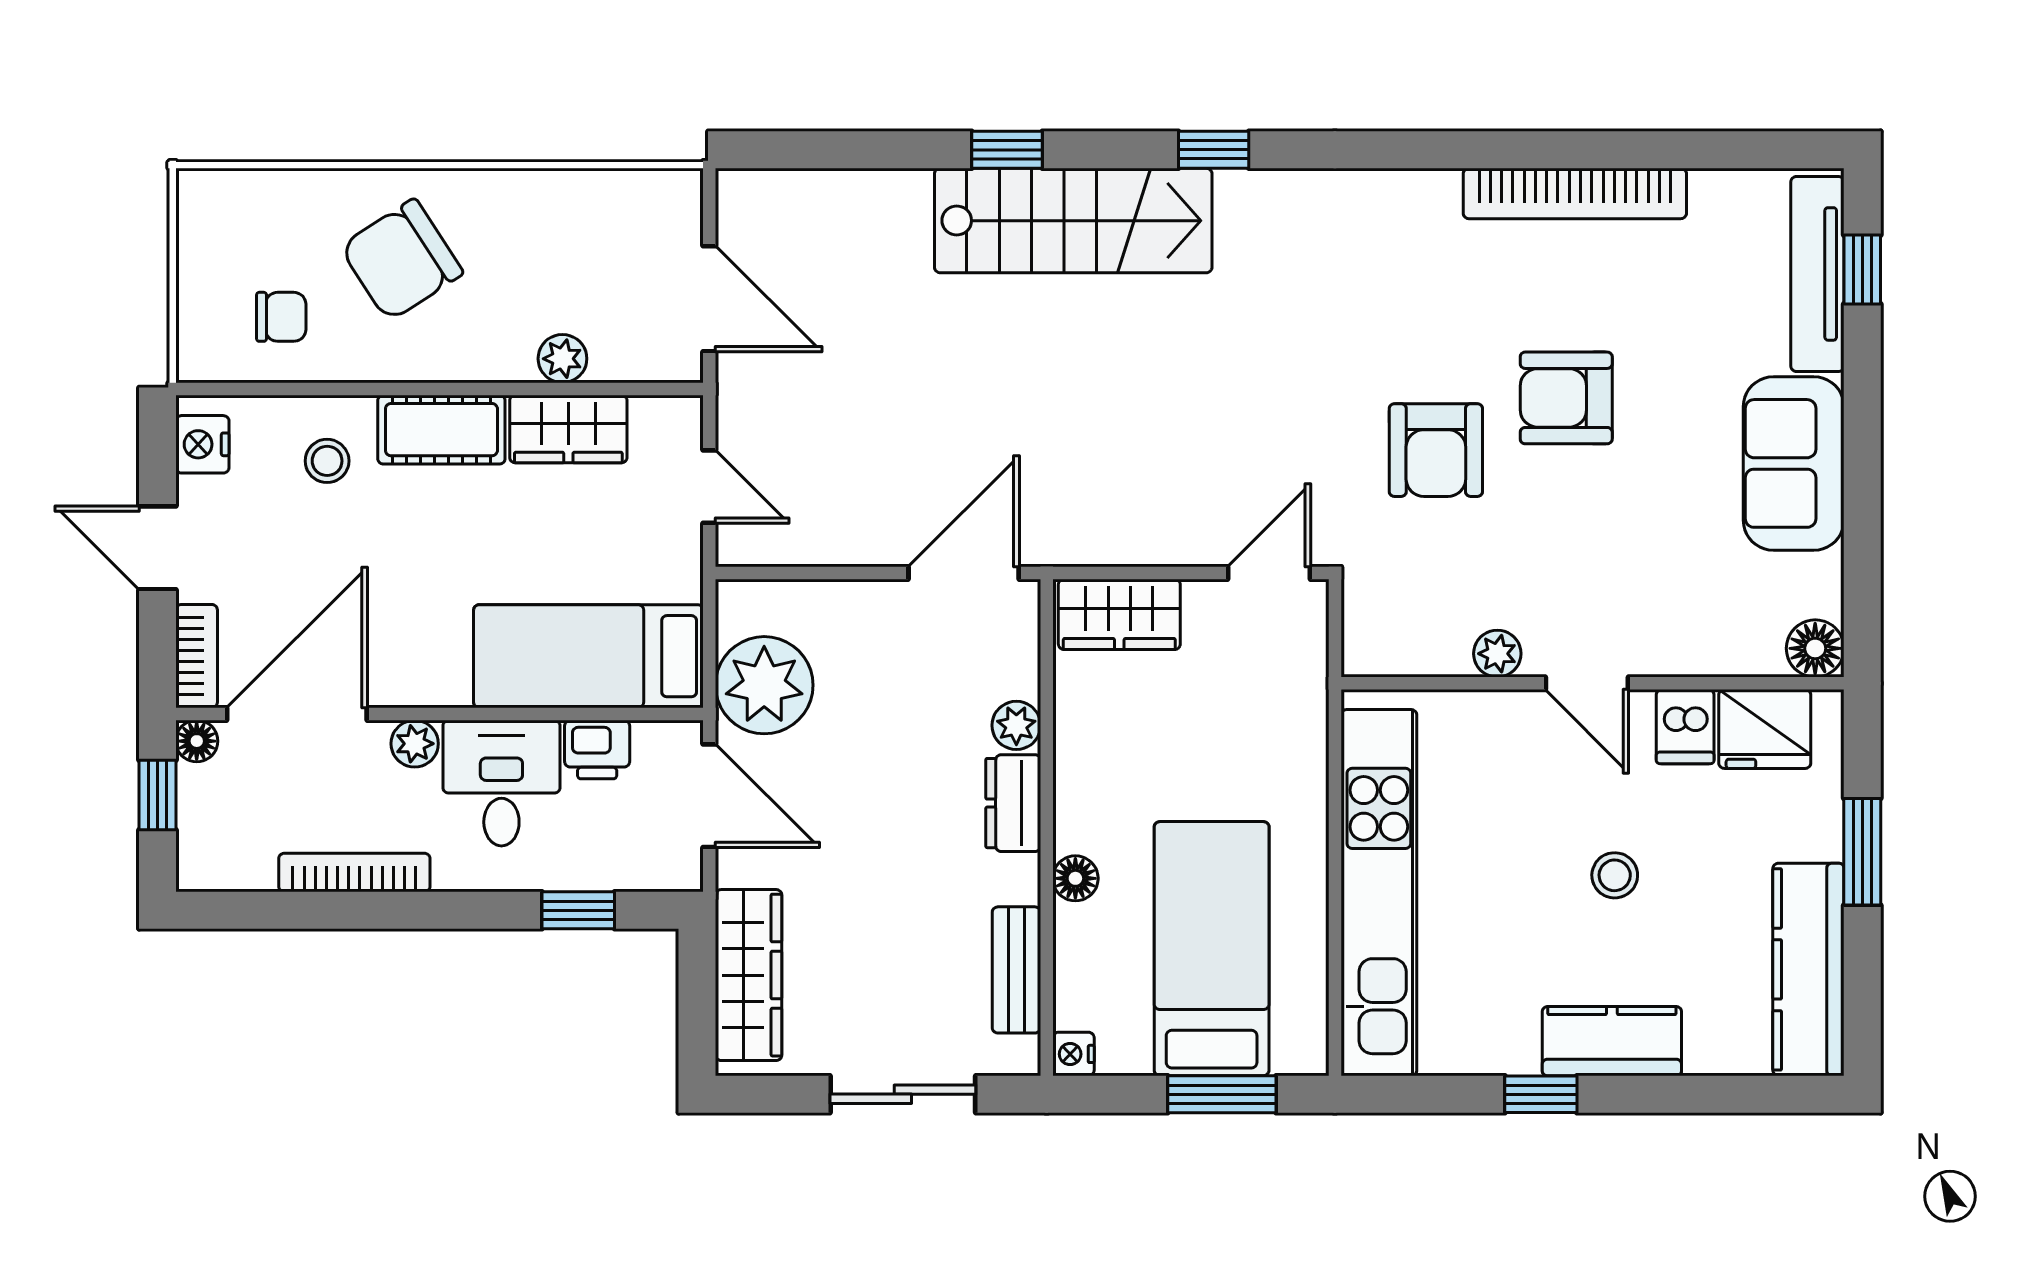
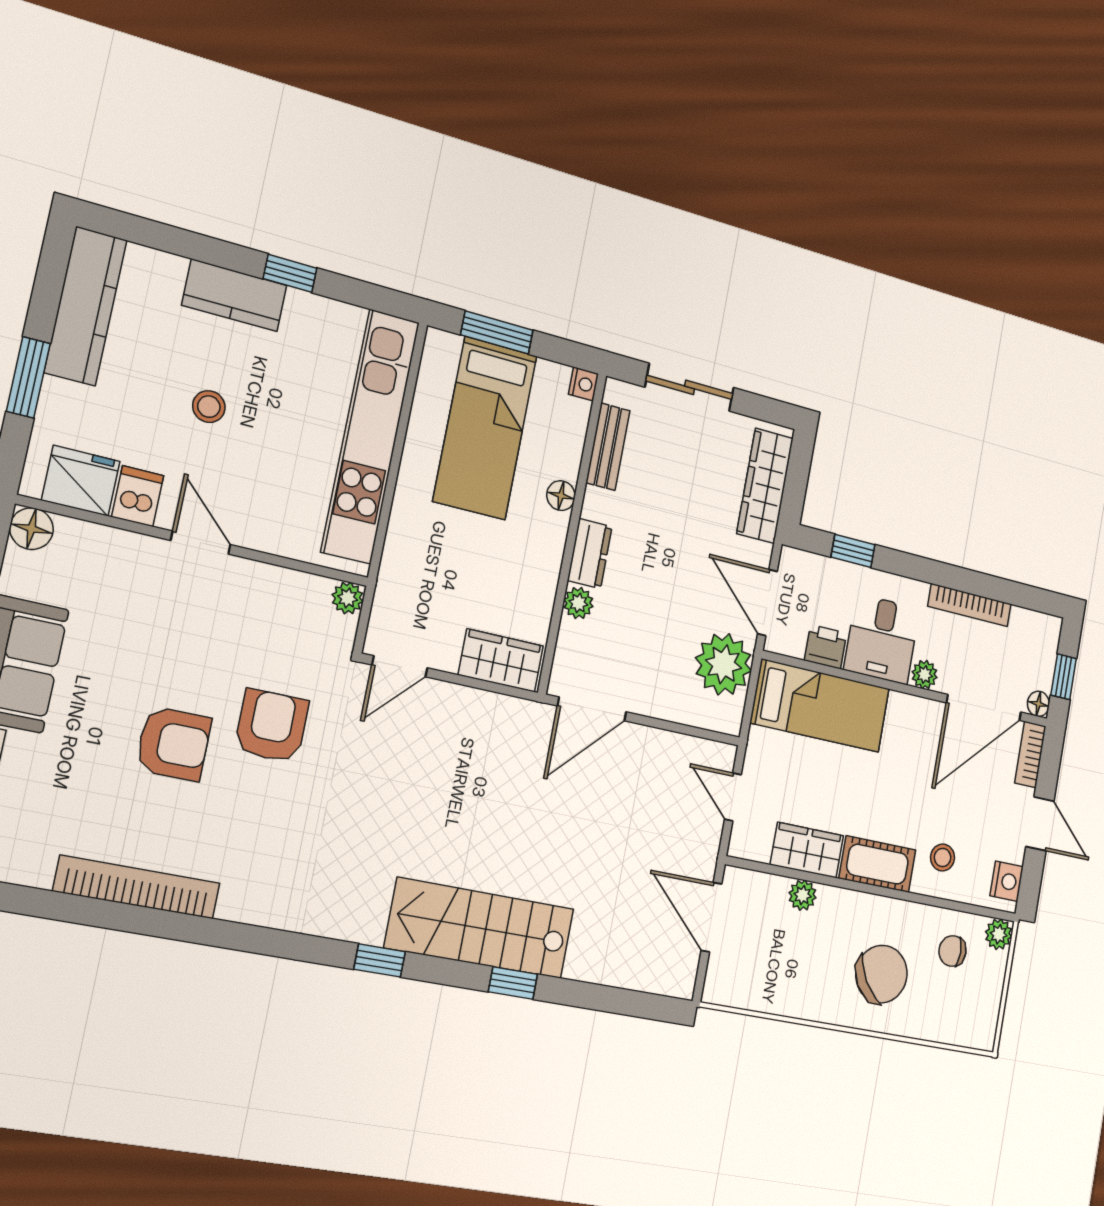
plant: (201, 357) -> (999, 934), added
plant: (1497, 654) -> (348, 598), moved

